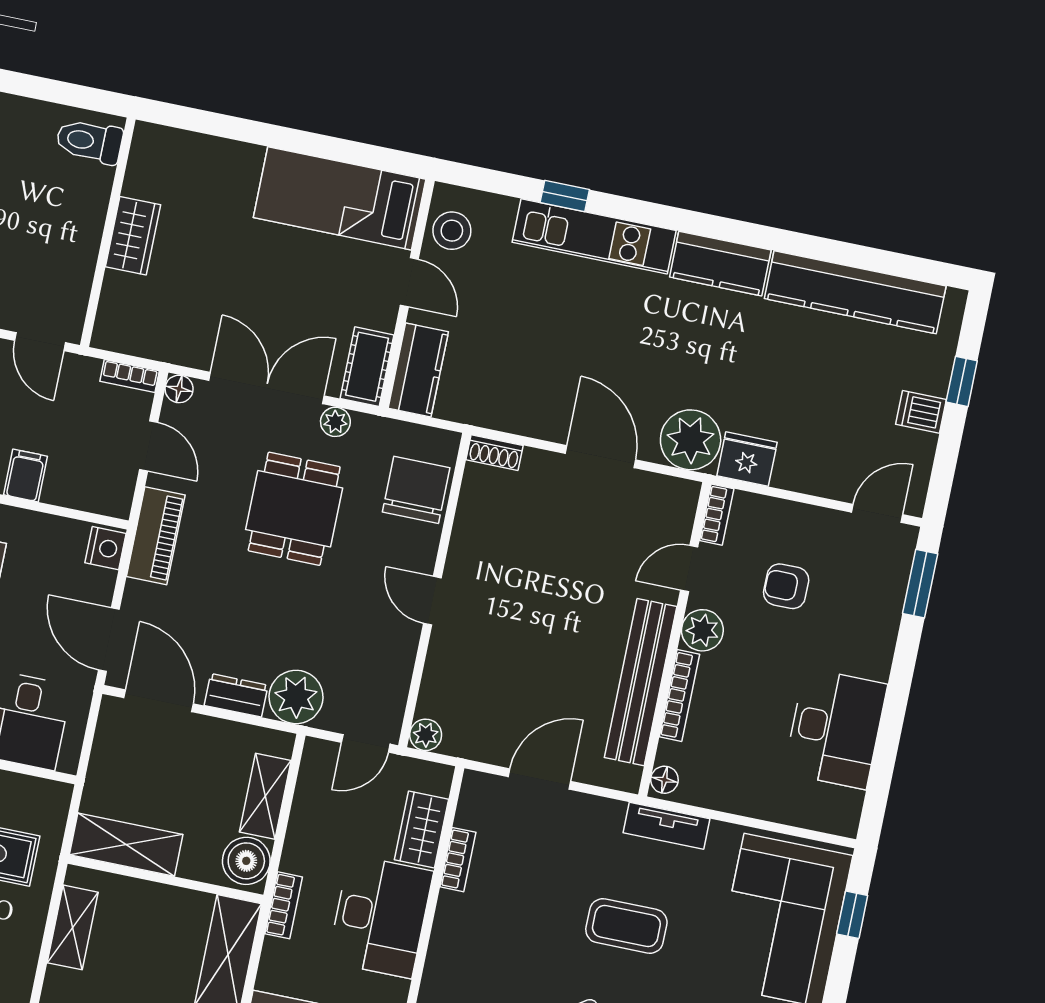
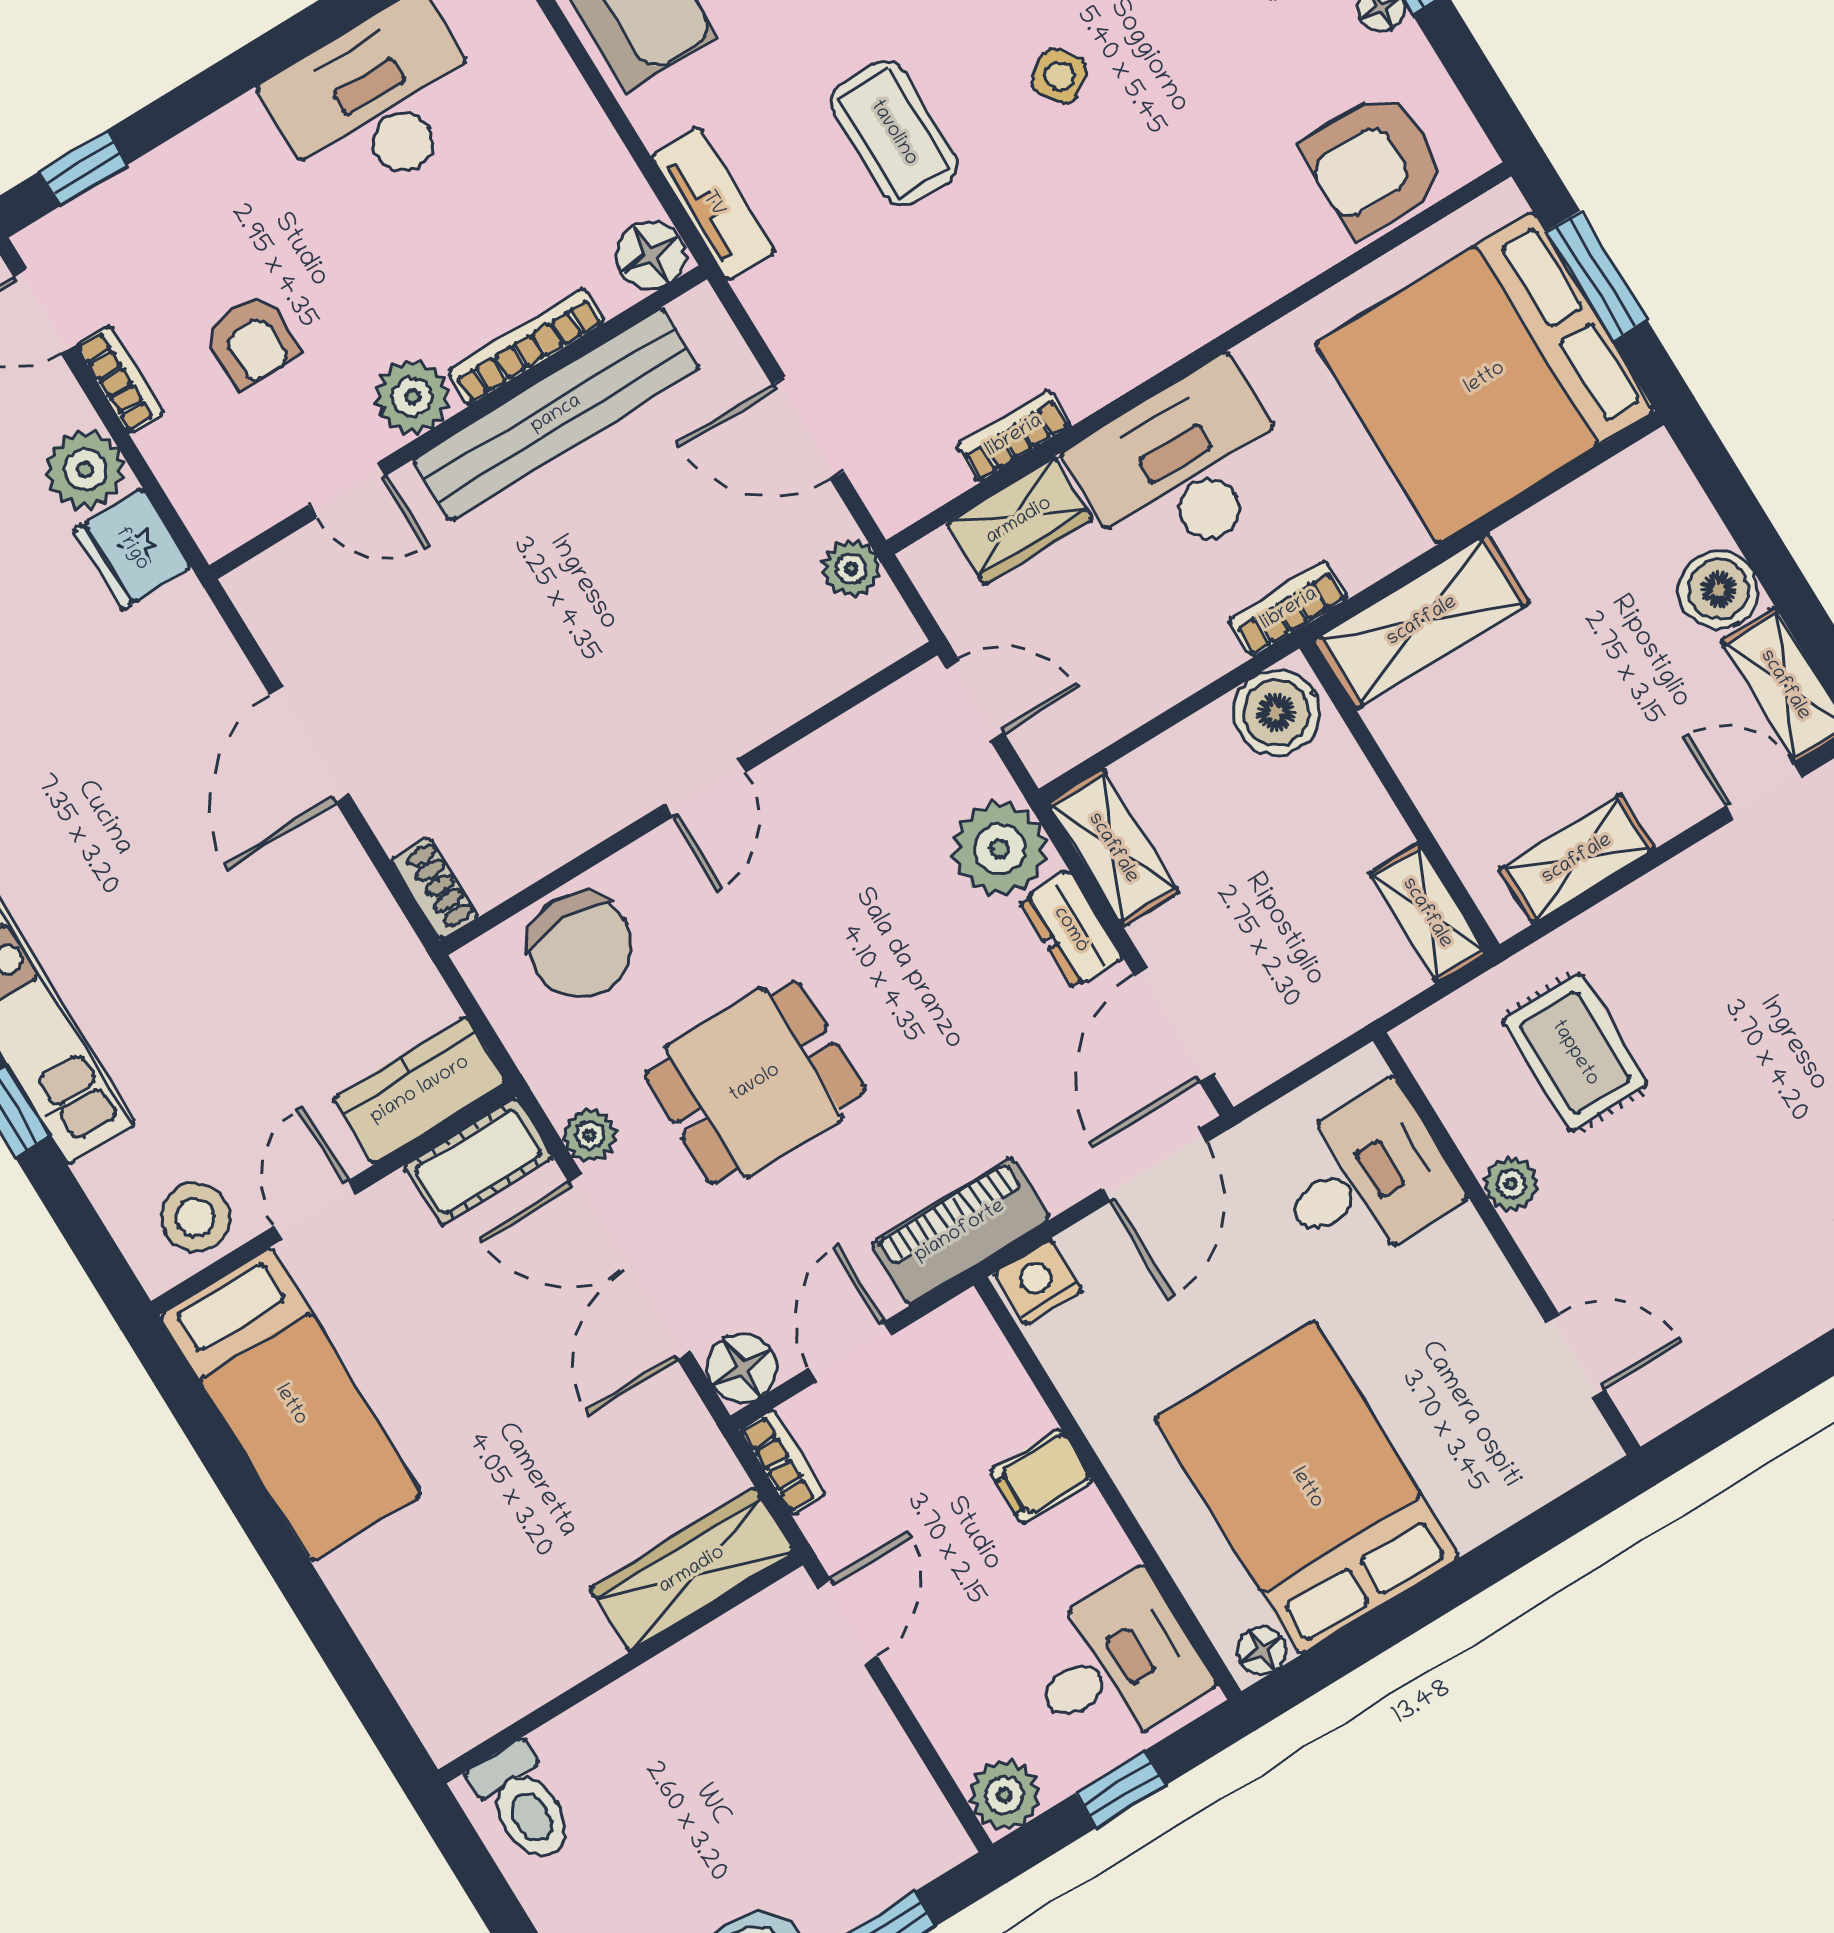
wardrobe: (133, 236) -> (692, 1570), moved, width x1.50
floor lamp: (179, 389) -> (742, 1368), width x1.37, depth x1.37
plant: (691, 440) -> (85, 470), moved, width x0.73, depth x0.73
chair: (416, 490) -> (580, 946), turned -90
bookcase: (717, 515) -> (120, 379), moved, turned 90
window: (920, 584) -> (83, 168), width x0.67
plant: (426, 735) -> (851, 569), moved
floor lamp: (664, 780) -> (651, 255), width x1.37, depth x1.37
shelving: (265, 796) -> (1113, 848), moved, turned 90
shelving: (126, 845) -> (1427, 913), width x0.67, depth x0.75

